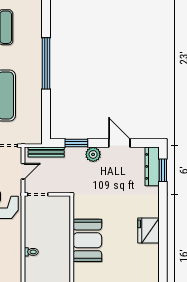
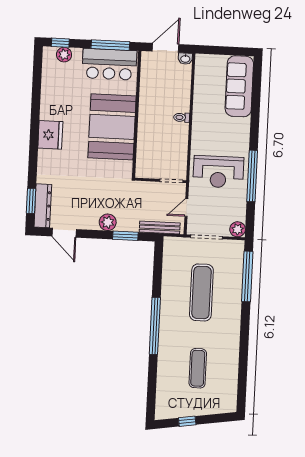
door: (119, 143) -> (64, 233), moved
booth: (87, 240) -> (112, 127), width x1.36, depth x1.42

